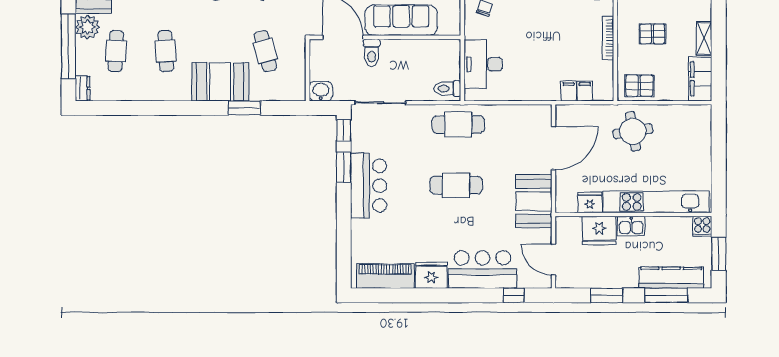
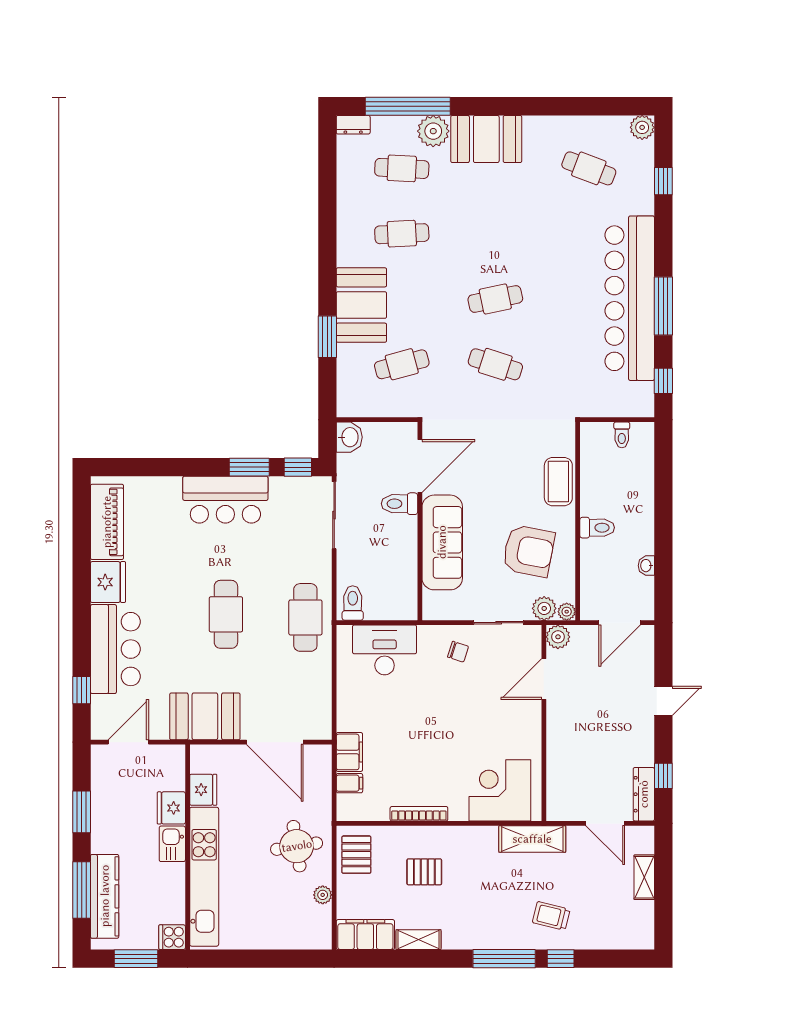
pallet: (652, 34) -> (424, 872), turned 90
filing cabinet: (568, 91) -> (349, 752), width x2.00
plant: (670, 111) -> (323, 895), added
fridge: (599, 231) -> (171, 808), width x0.73, depth x0.75

